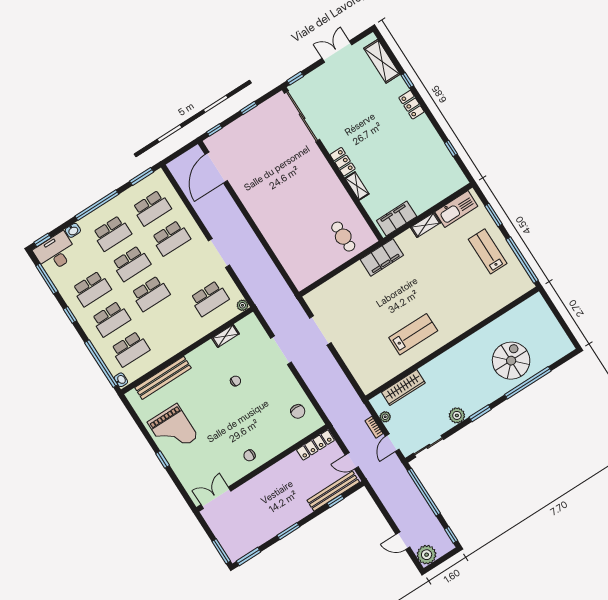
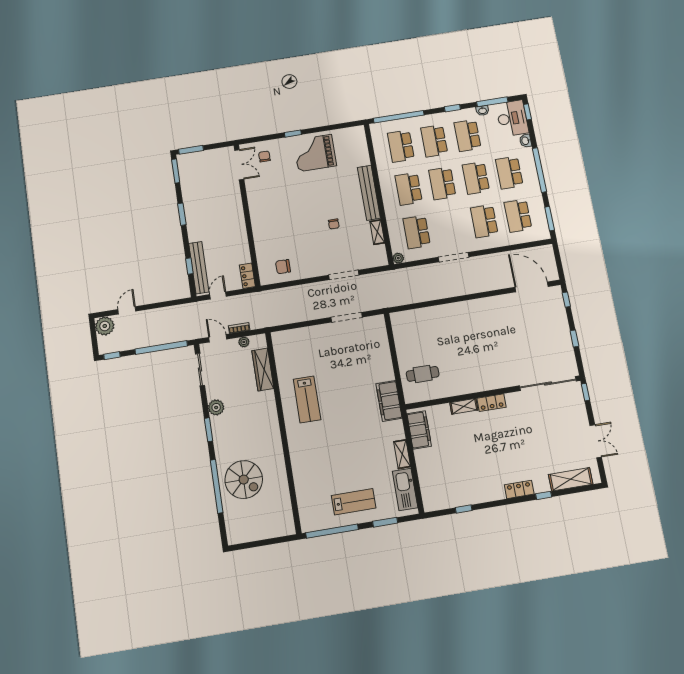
school desk: (170, 324) -> (409, 189), added
bench: (163, 378) -> (369, 193), moved
washbasin: (121, 380) -> (482, 111), moved
locker: (315, 445) -> (247, 276), width x0.66
chair: (250, 455) -> (264, 157), moved

